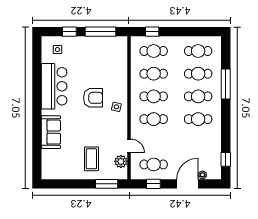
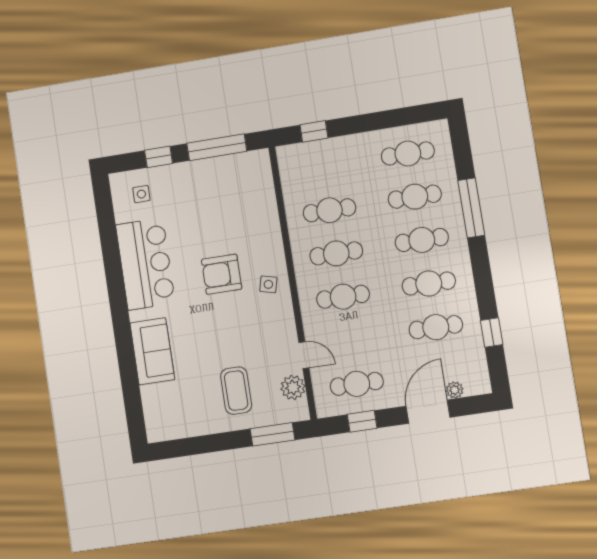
cafe table: (154, 51) -> (436, 327), moved
armchair: (93, 98) -> (222, 274), turned 180
window: (226, 159) -> (492, 333), moved

